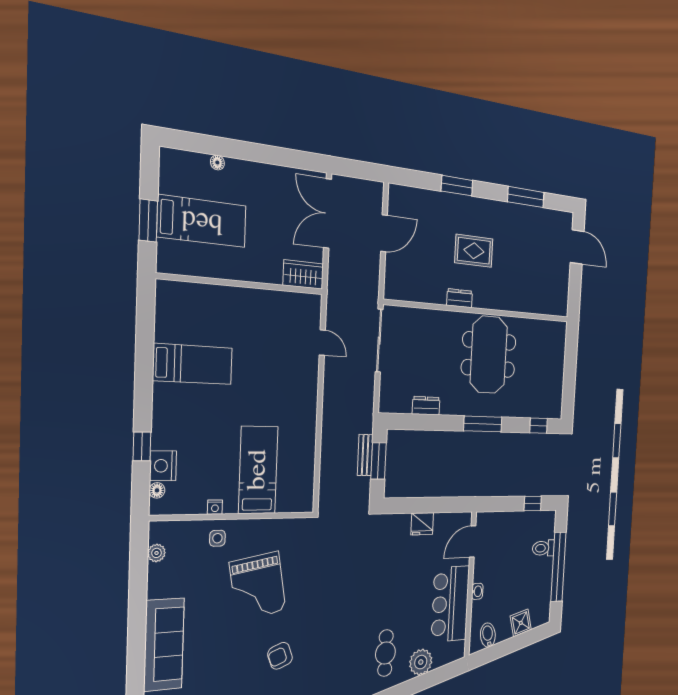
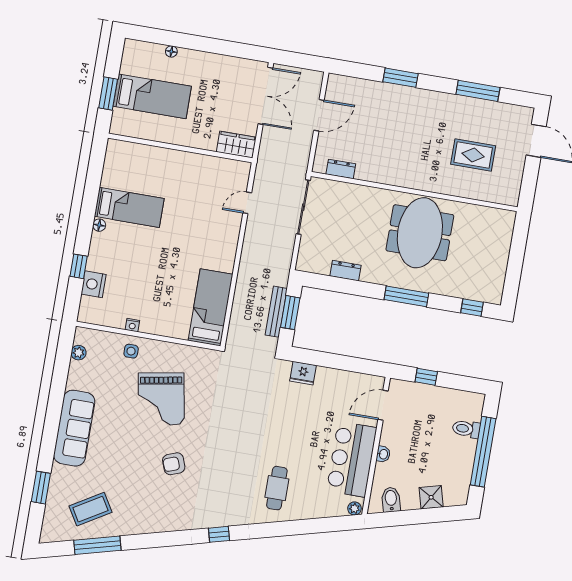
double door: (328, 214) -> (265, 96), swing flipped
rug: (474, 251) -> (473, 155), moved
dresser: (460, 298) -> (341, 169), moved
door: (322, 343) -> (247, 203), swing flipped
bench: (365, 455) -> (276, 312), width x1.36
bed: (258, 470) -> (210, 307), moved
floor lamp: (157, 490) -> (99, 225), moved
window: (533, 503) -> (426, 377), moved
fridge: (422, 524) -> (303, 373), moved
plant: (421, 662) -> (354, 508), moved, width x0.53, depth x0.53

